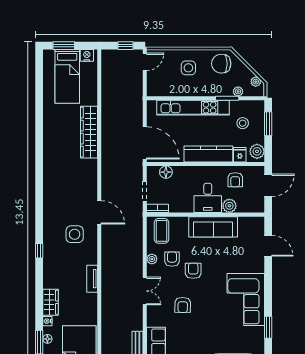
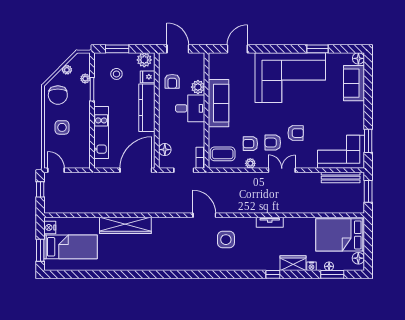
plant: (256, 82) -> (67, 70), moved
kitchen unit: (193, 108) -> (101, 132), width x0.73
armchair: (235, 180) -> (172, 81), turned 90
door: (99, 212) -> (204, 215), hinge flipped
window: (39, 251) -> (273, 274), moved
armchair: (193, 271) -> (273, 143), moved
corner sofa: (246, 299) -> (290, 78), width x1.36, depth x1.36

